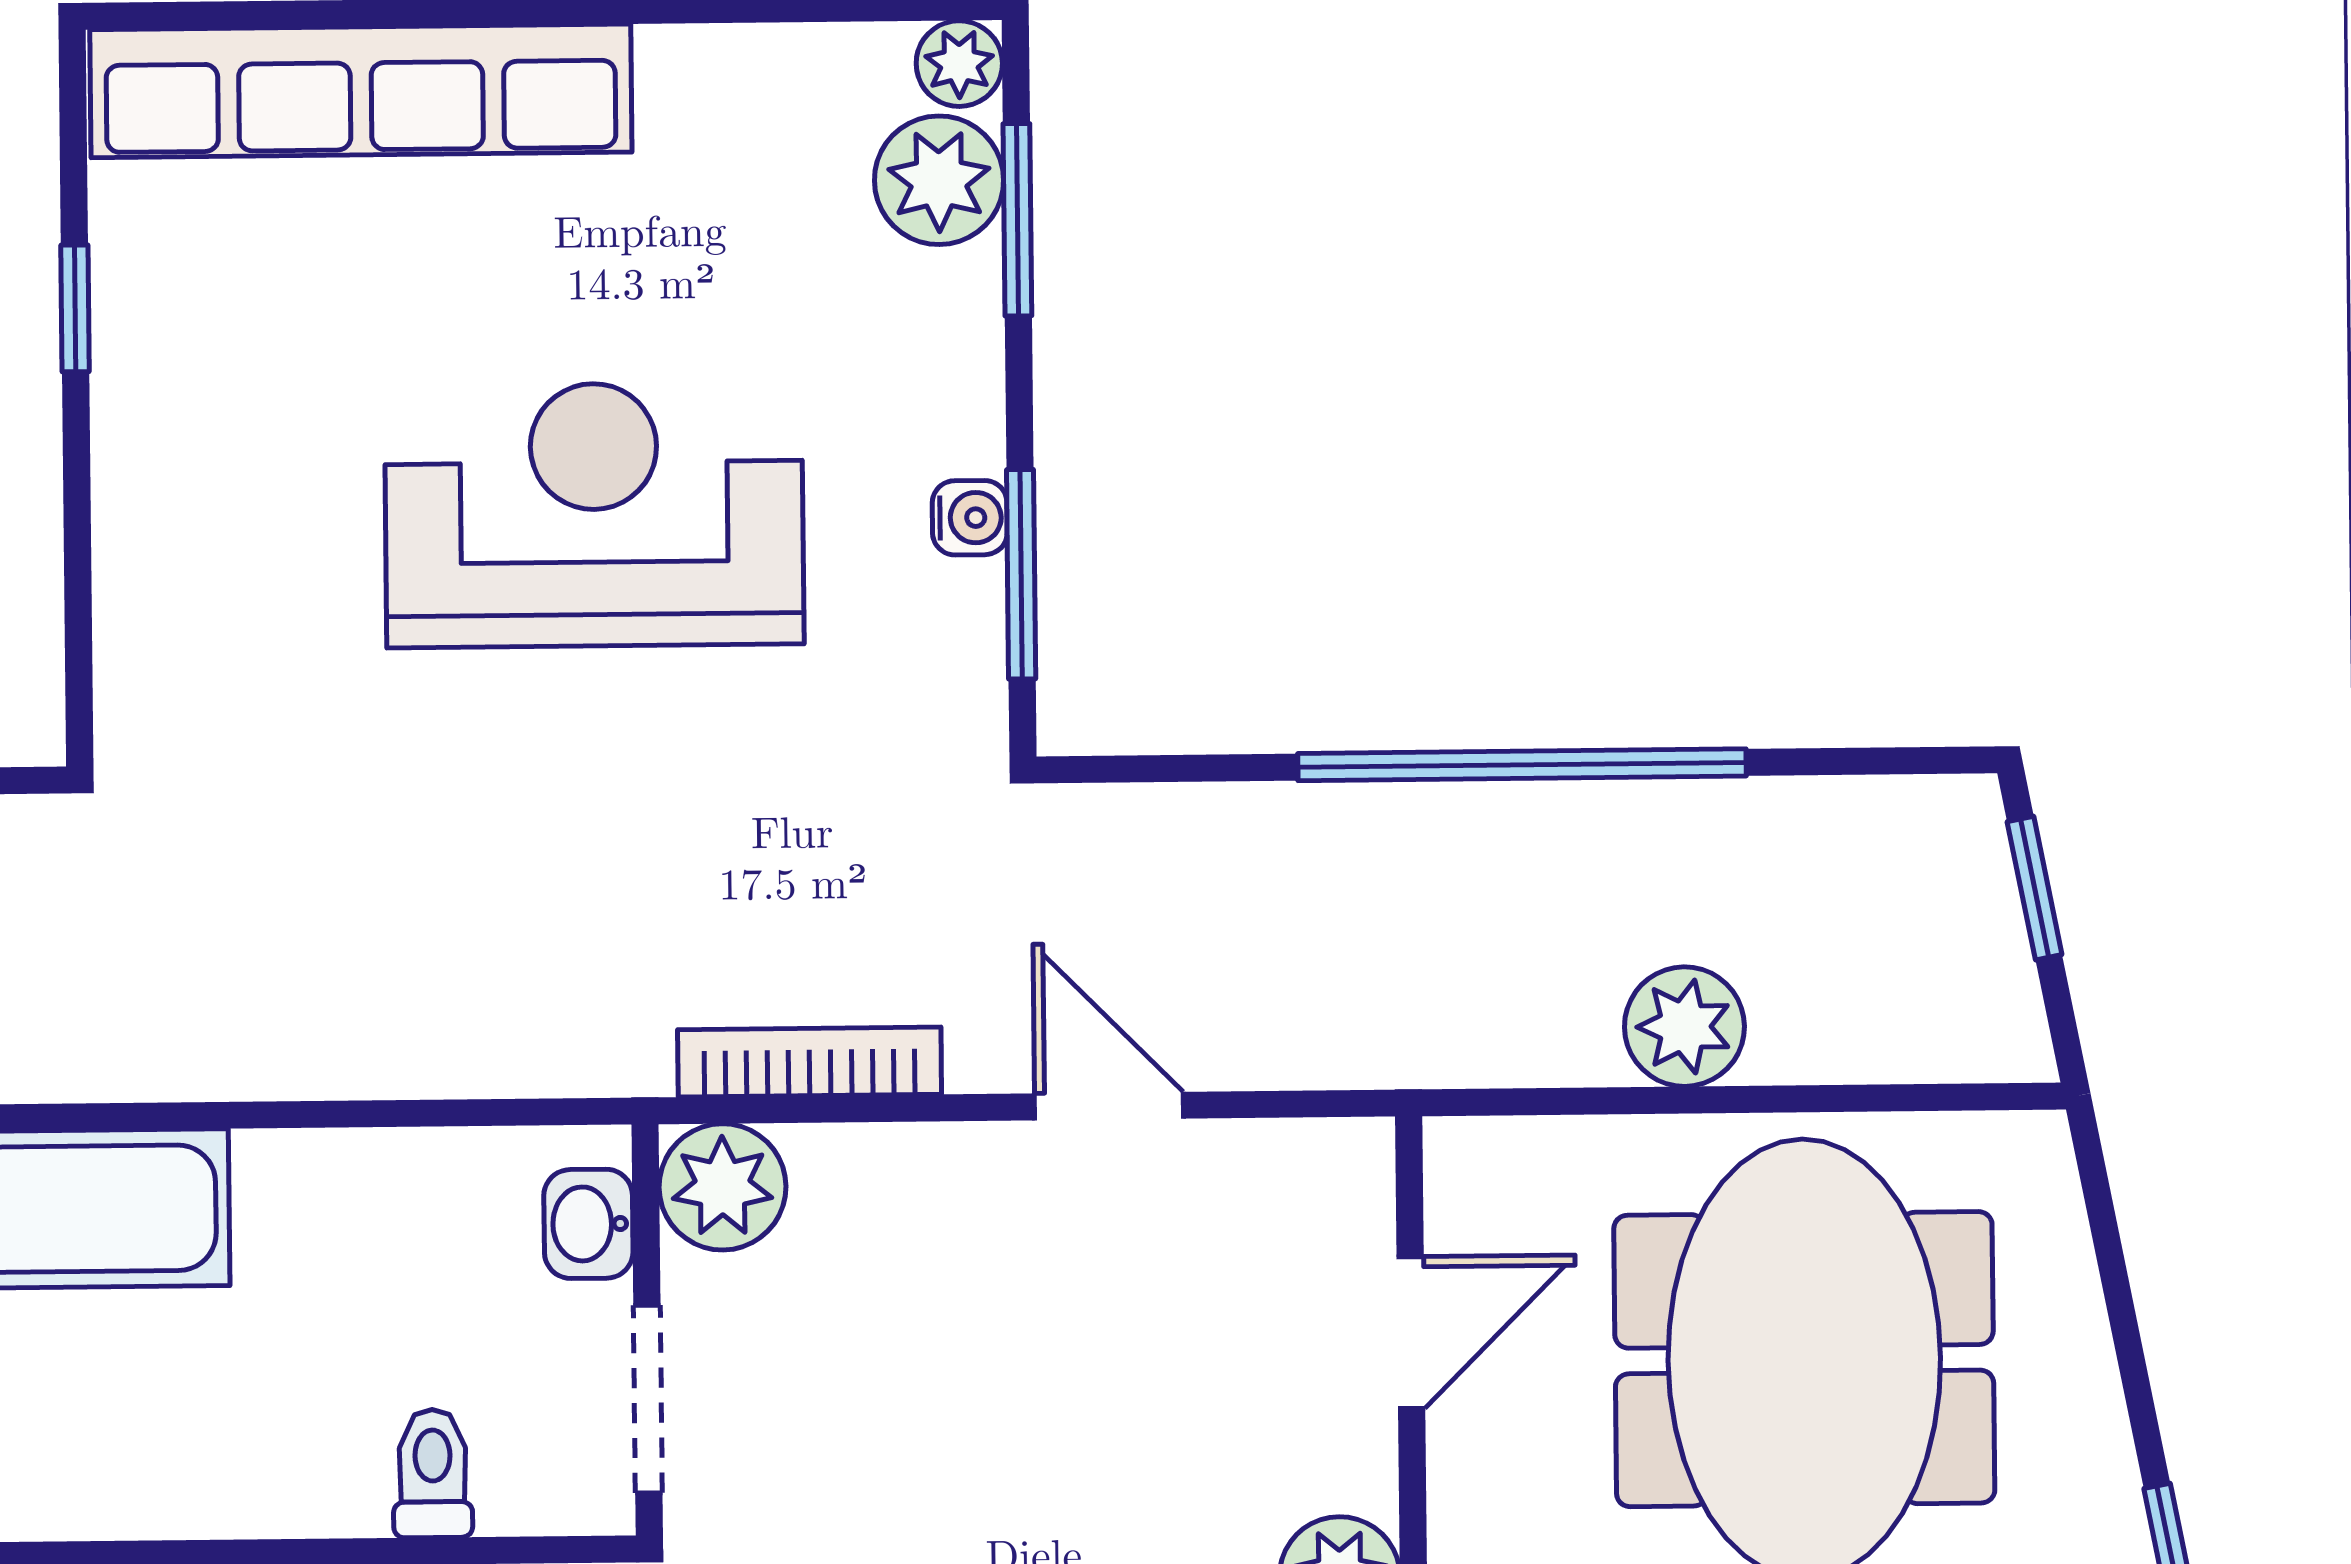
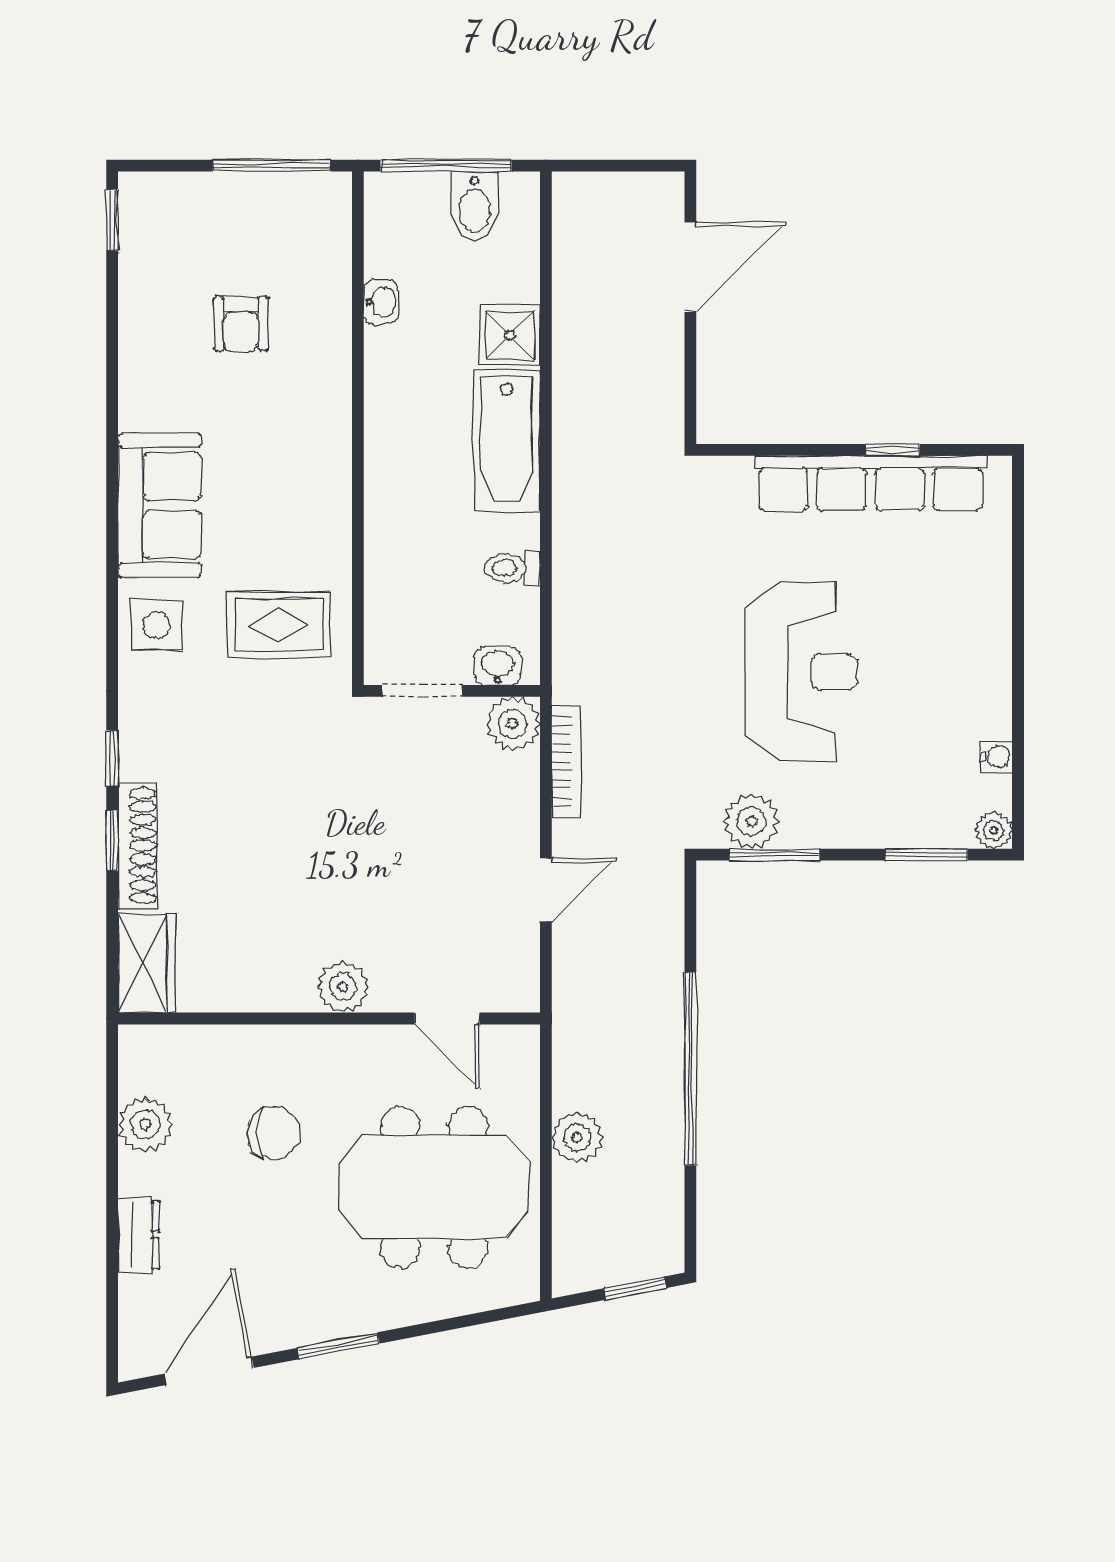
row of seats: (361, 91) -> (871, 483), moved, turned -90
plant: (939, 180) -> (751, 821), moved
water cooler: (970, 518) -> (996, 756), moved, turned -90
toilet: (433, 1474) -> (513, 568), moved, turned 180

